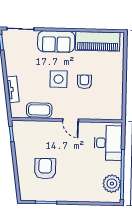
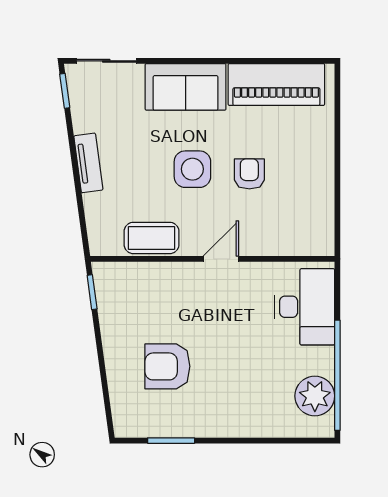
tv unit: (13, 89) -> (88, 163), moved
door: (71, 120) -> (221, 259), swing flipped
armchair: (45, 169) -> (167, 366), turned -90

